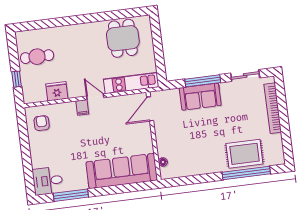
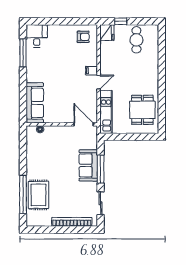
dining table: (123, 38) -> (142, 110), turned 90
fridge: (57, 91) -> (107, 33), moved
sofa: (122, 171) -> (35, 103), width x0.74, depth x0.79

